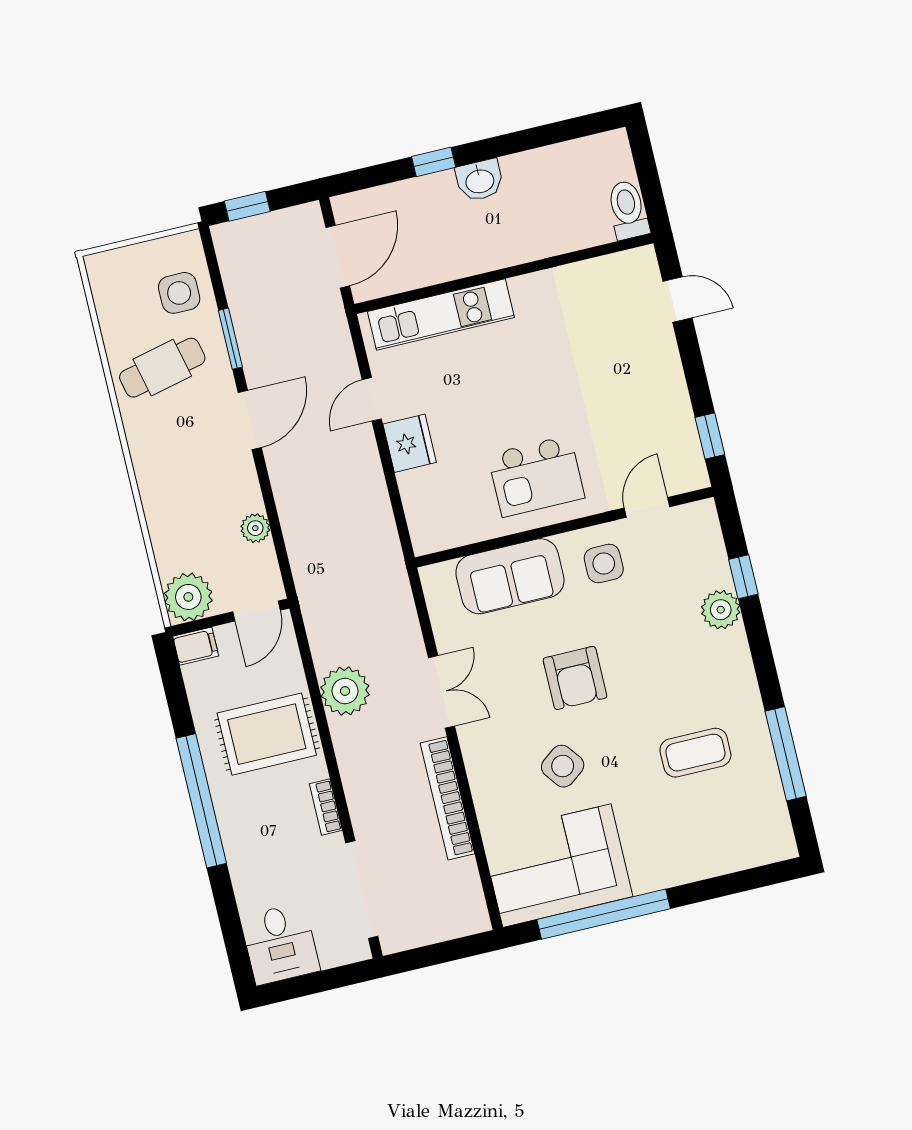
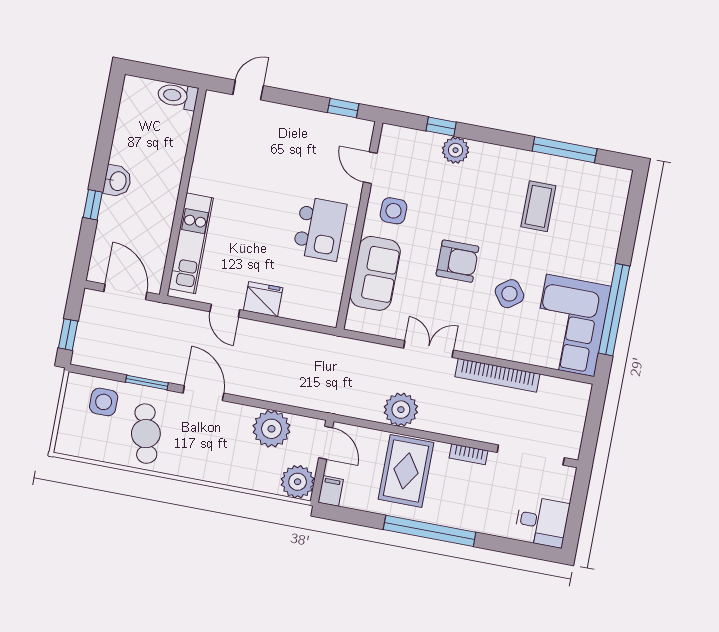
plant: (255, 528) -> (271, 429), width x1.88, depth x1.88

